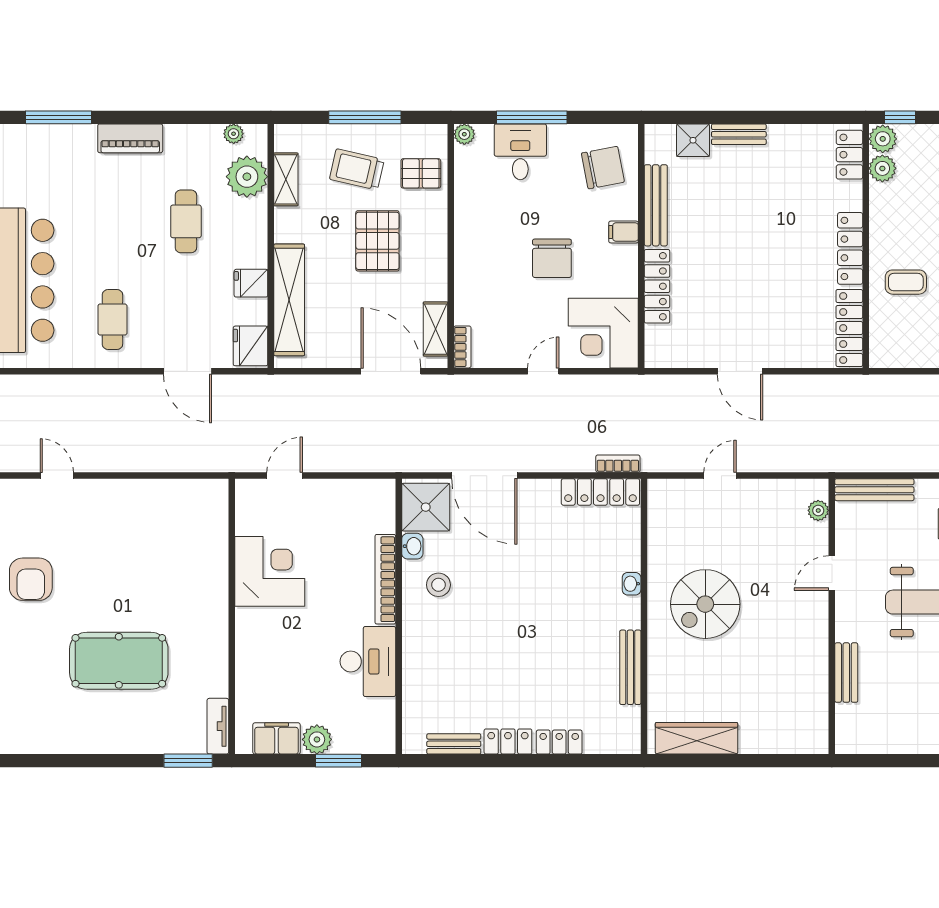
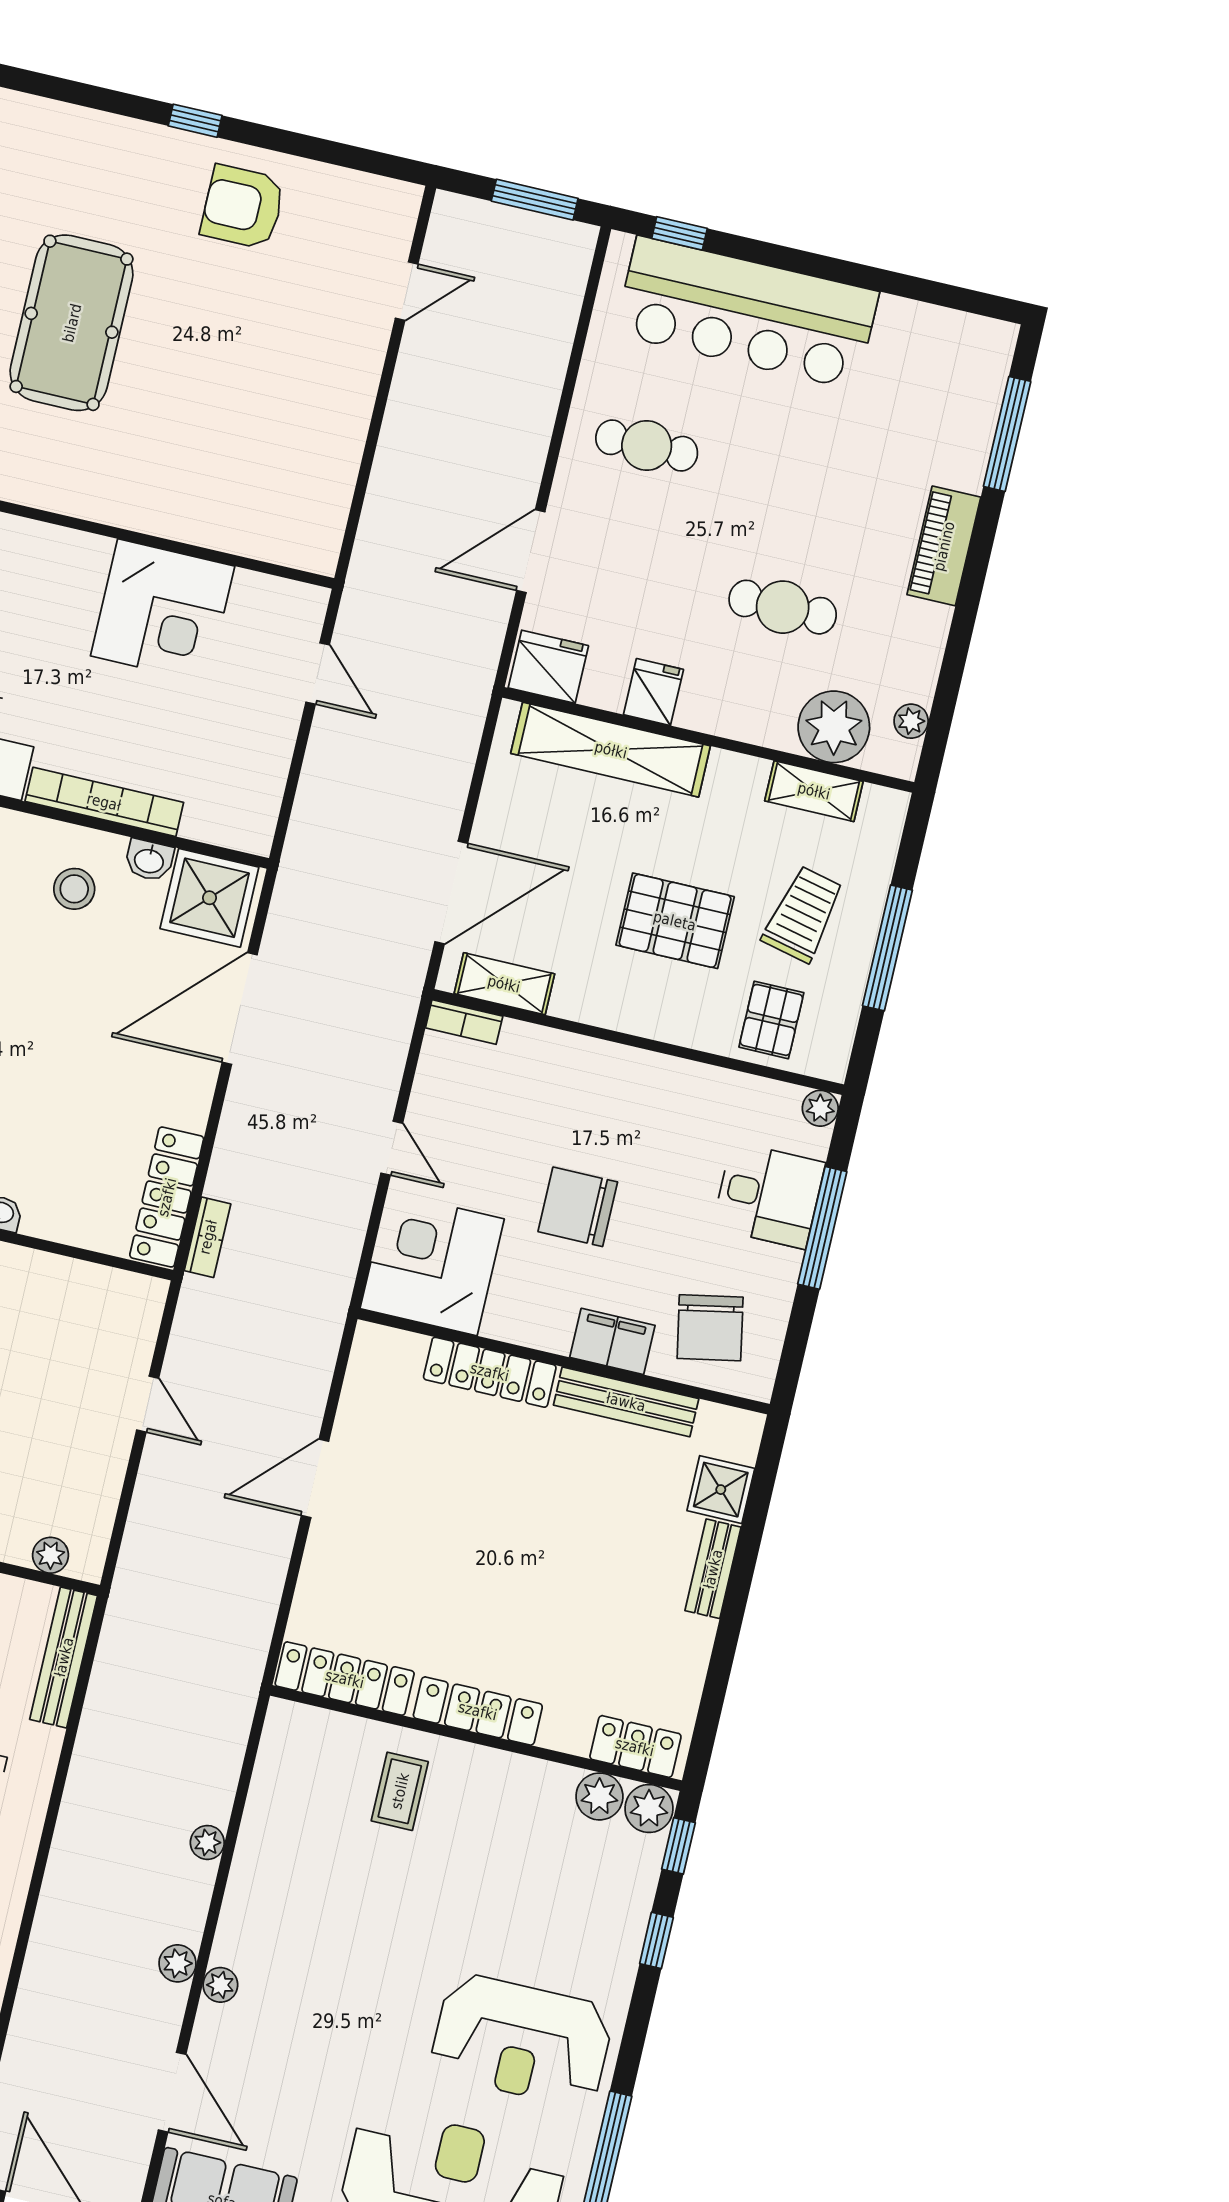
filing cabinet: (623, 232) -> (612, 1341), width x2.00

